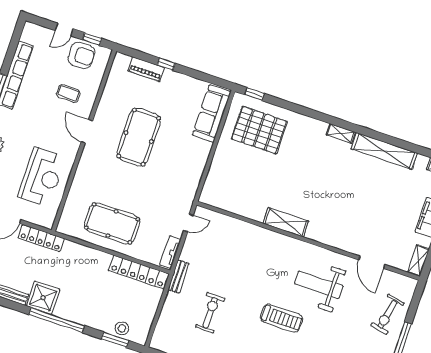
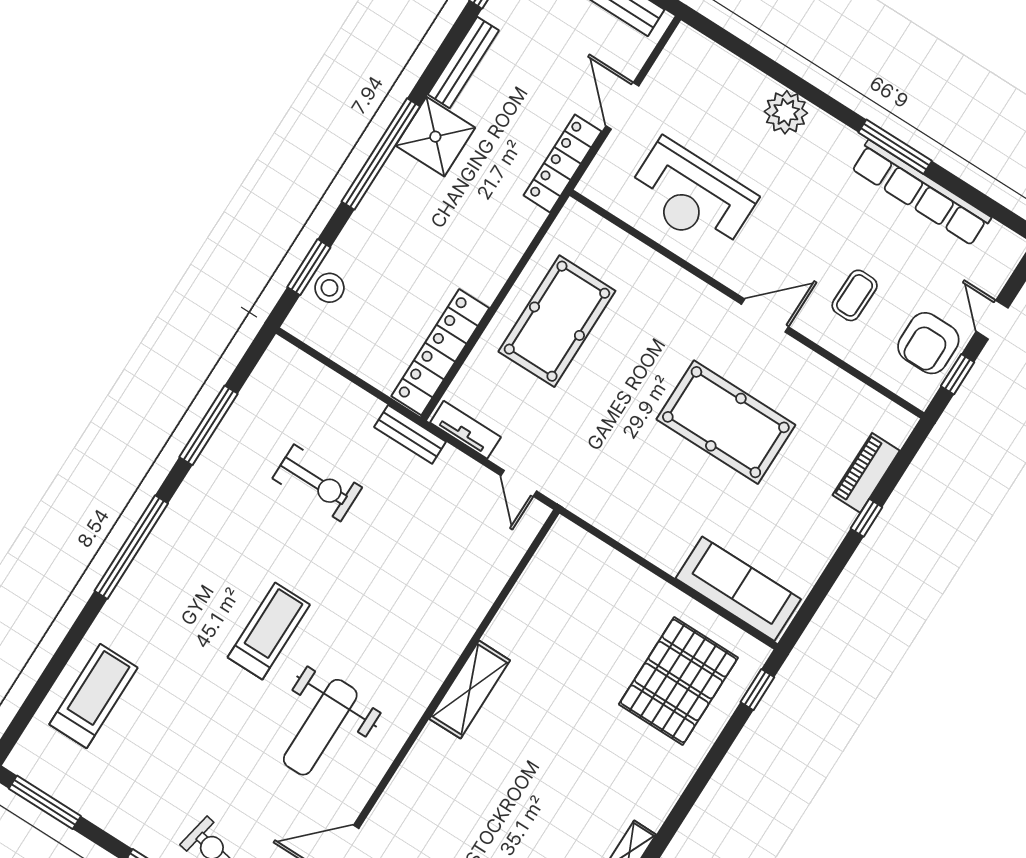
weight bench: (319, 285) -> (320, 727), turned 180
treadmill: (281, 318) -> (269, 631), turned 180

